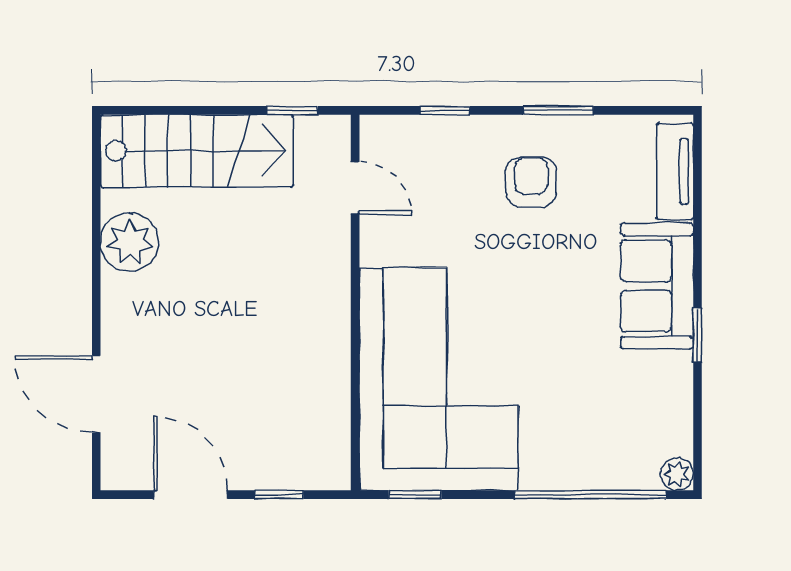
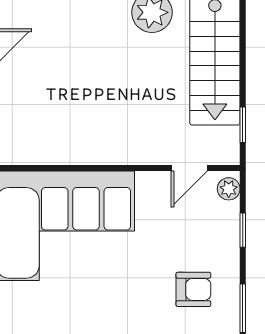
plant: (385, 131) -> (229, 189), added

